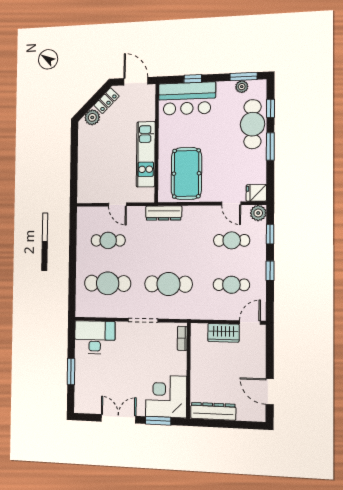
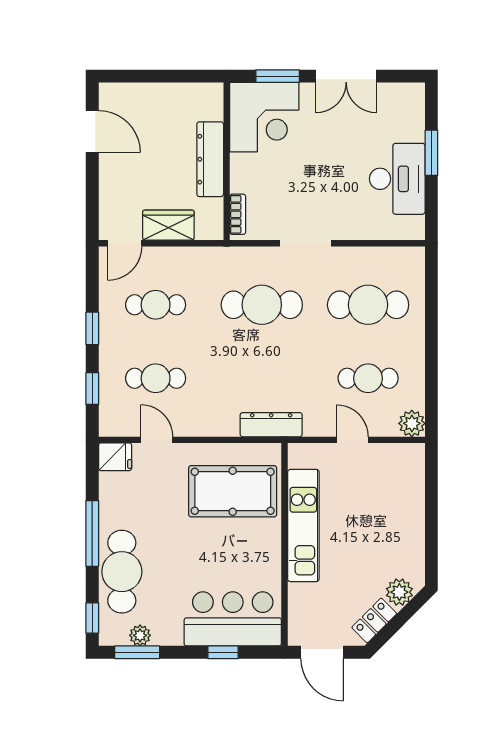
window: (270, 108) -> (92, 618), moved
window: (270, 147) -> (92, 533), width x1.44
pool table: (186, 173) -> (233, 491), turned 90
plant: (258, 213) -> (412, 423), moved
desk: (95, 337) -> (397, 179), moved, turned -90
dresser: (213, 411) -> (210, 159), moved, turned 90

